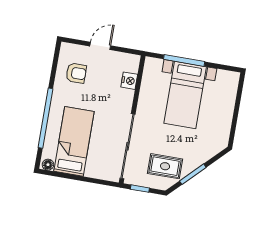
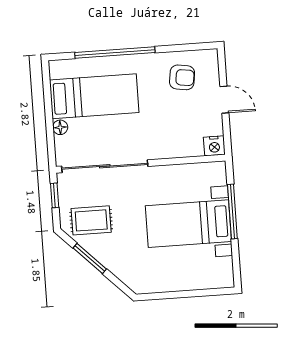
armchair: (76, 73) -> (182, 77), turned -82
nightstand: (129, 81) -> (214, 146), moved
floor lamp: (48, 165) -> (60, 127), moved
rug: (165, 166) -> (91, 220), turned 90

